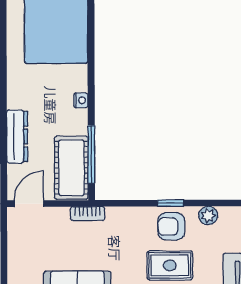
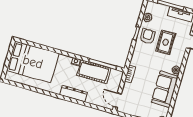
dresser: (17, 137) -> (73, 94), moved
cot: (71, 168) -> (94, 72), moved
armchair: (171, 226) -> (147, 36), turned 180

